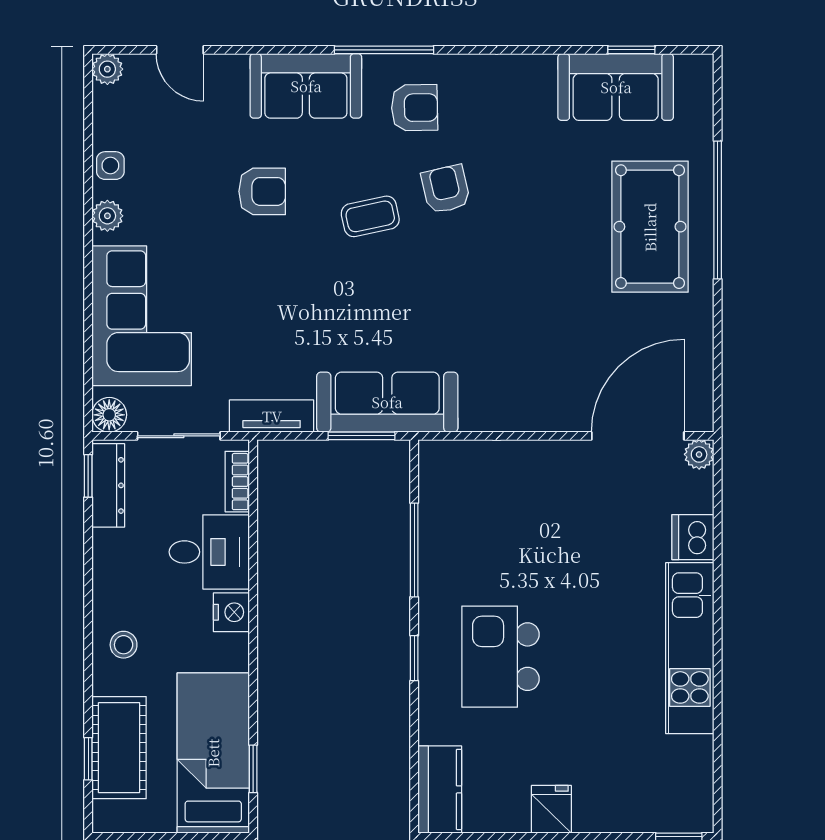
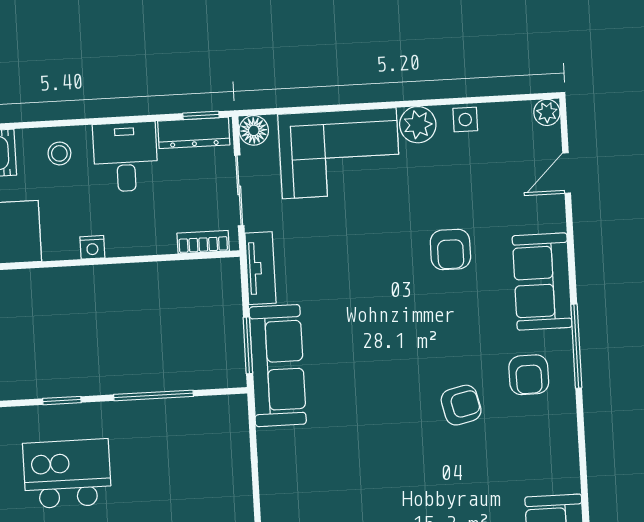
plant: (107, 216) -> (418, 125), width x1.38, depth x1.38
coffee table: (370, 216) -> (434, 342), removed
desk: (209, 552) -> (125, 157), moved, turned 180
nightstand: (231, 612) -> (92, 247), width x0.72, depth x0.74

